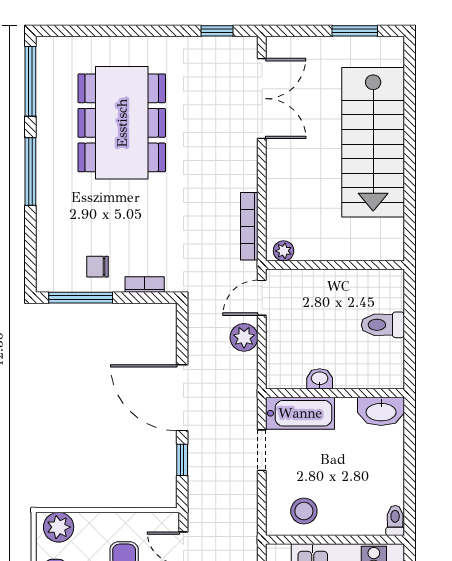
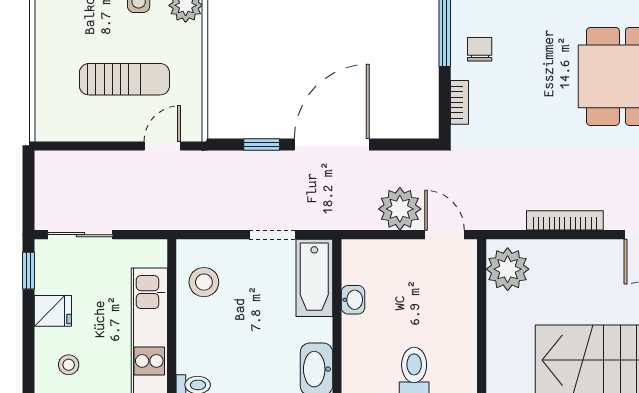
bookcase: (249, 226) -> (565, 220), moved
plant: (284, 251) -> (508, 269), width x1.88, depth x1.88
plant: (244, 337) -> (400, 209), width x1.36, depth x1.36

